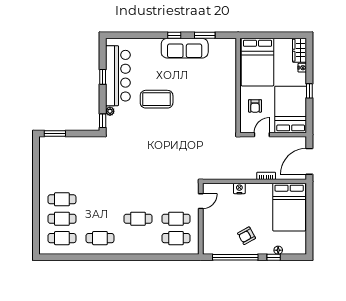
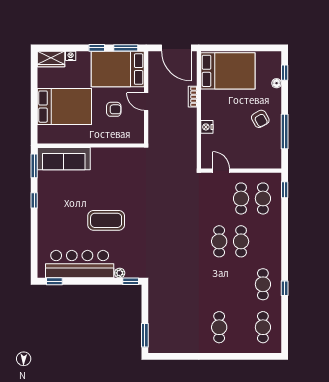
sofa: (185, 48) -> (64, 159), moved, turned 90
window: (103, 77) -> (54, 281), moved
wall: (238, 86) -> (91, 145), moved
coffee table: (157, 99) -> (106, 220), turned 90
window: (309, 117) -> (126, 48), added
cafe table: (62, 219) -> (219, 241), moved
window: (96, 257) -> (285, 288), added
window: (184, 257) -> (285, 190), added
window: (235, 257) -> (285, 131), width x0.68
window: (274, 257) -> (285, 73), moved

